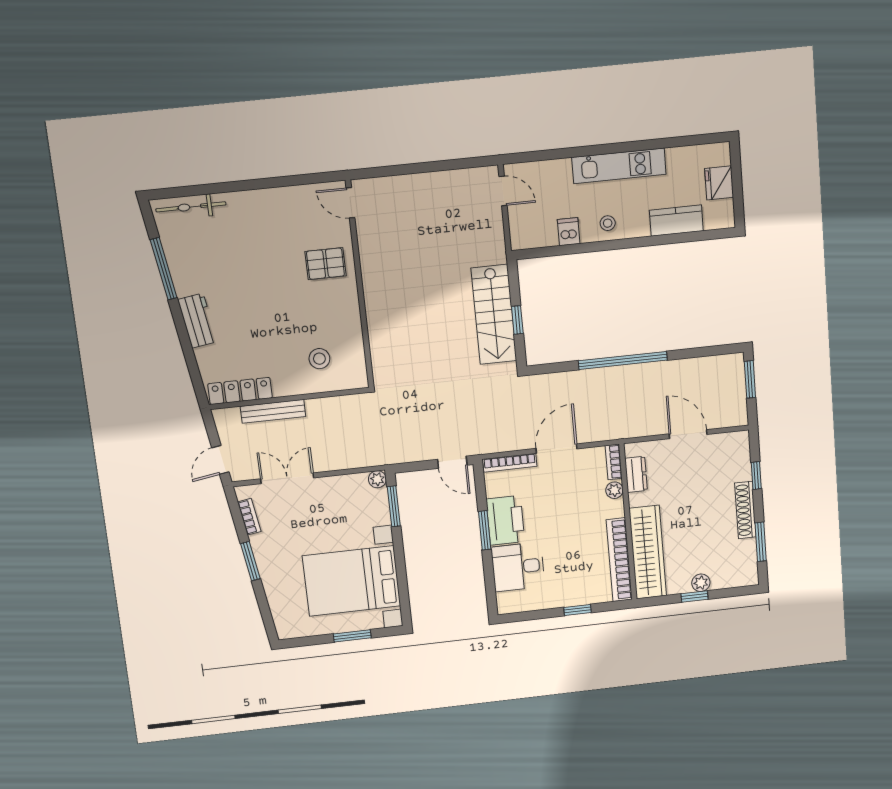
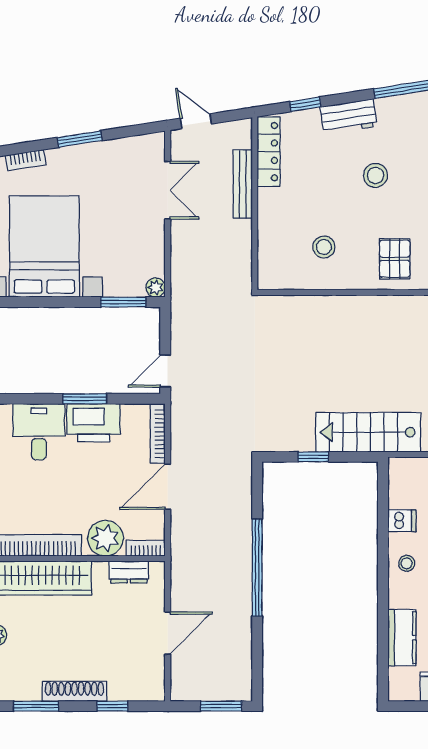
stool: (249, 290) -> (376, 175), added
stairs: (494, 315) -> (368, 432), moved
stool: (319, 359) -> (324, 247), moved
window: (191, 362) -> (305, 104), added
door: (557, 449) -> (168, 487), swing flipped
plant: (614, 490) -> (105, 538), width x1.88, depth x1.88
bookcase: (249, 517) -> (26, 160), moved

